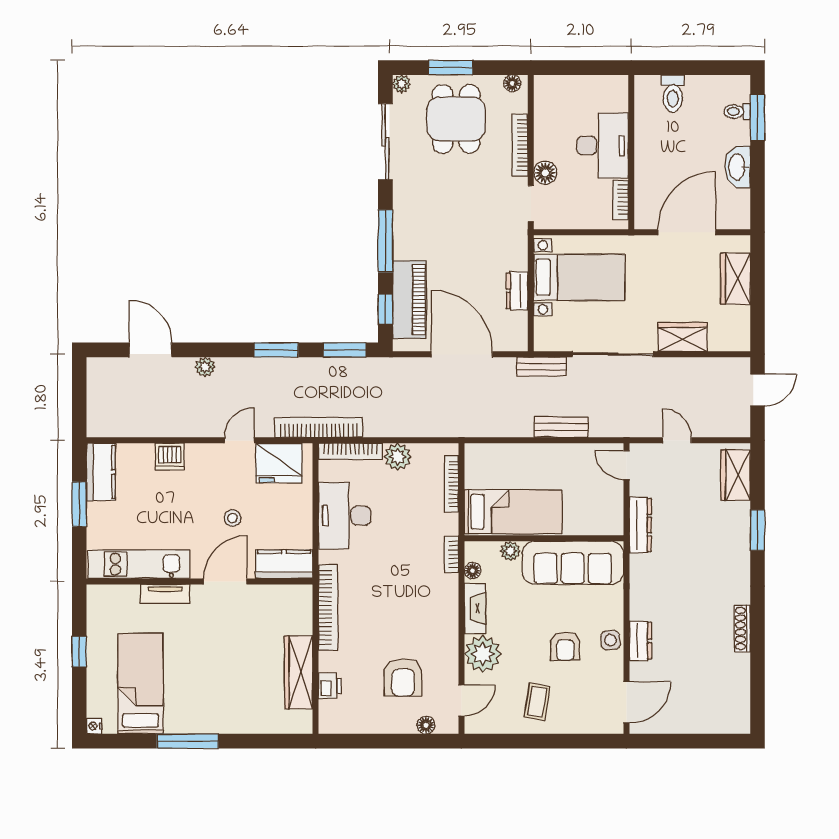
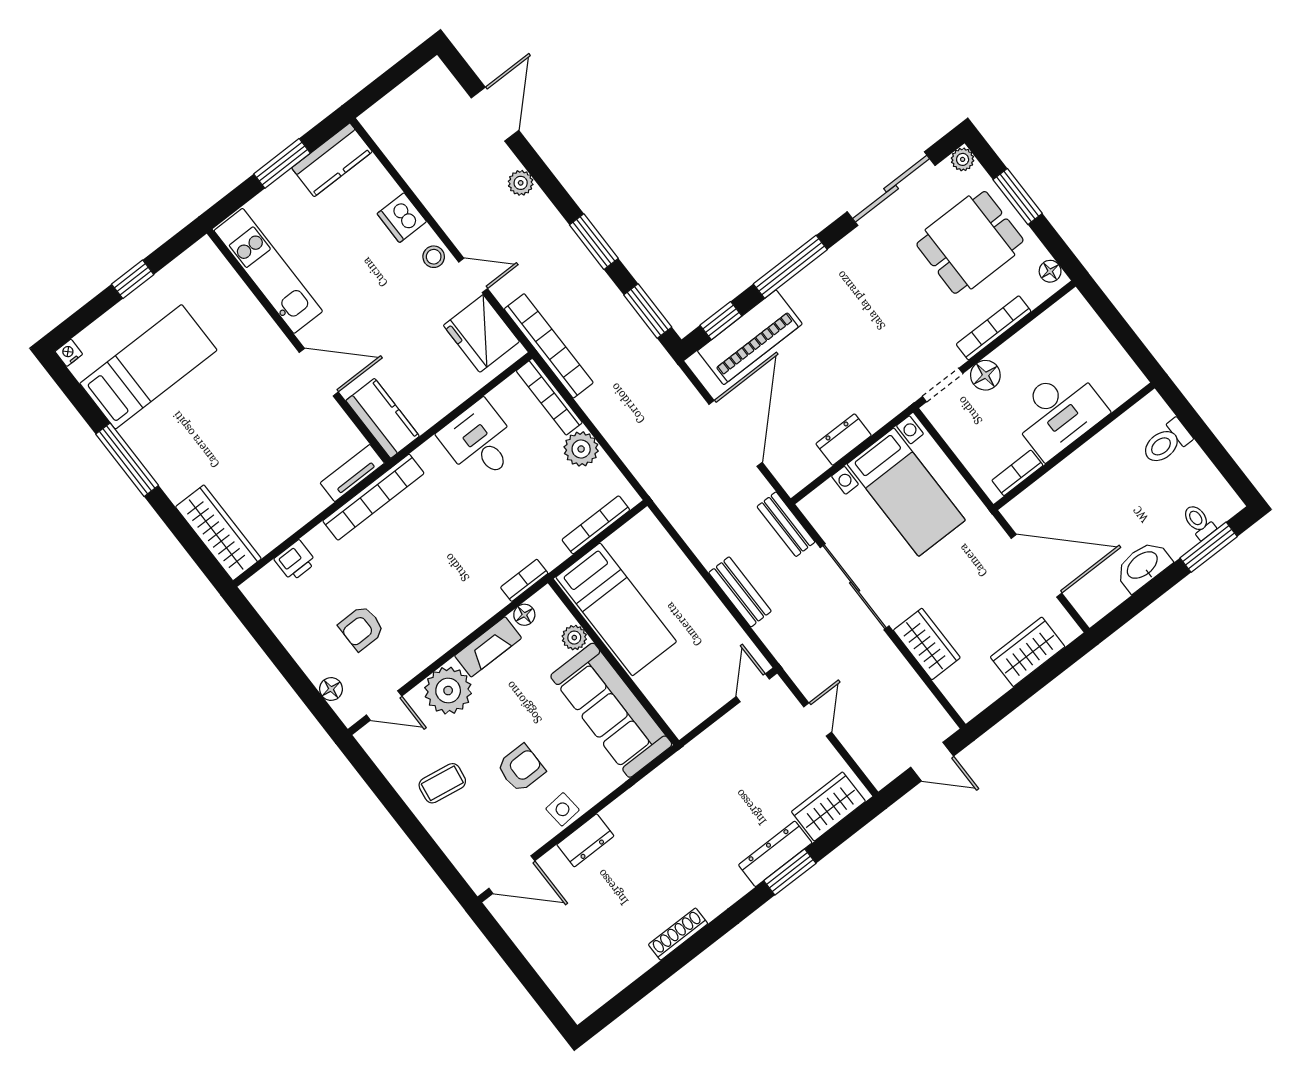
desk: (345, 516) -> (480, 442), width x0.73
stool: (232, 518) -> (434, 257), moved
dresser: (640, 525) -> (775, 854), moved, turned 180
tv unit: (165, 594) -> (352, 473), moved, turned 90
armchair: (565, 646) -> (521, 768), turned 180
wardrobe: (299, 672) -> (218, 533), moved, turned 90
armchair: (403, 677) -> (361, 628), width x0.72, depth x0.72

